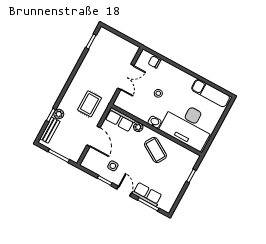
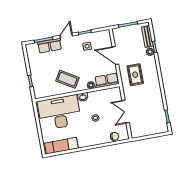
door: (124, 191) -> (66, 36), swing flipped

